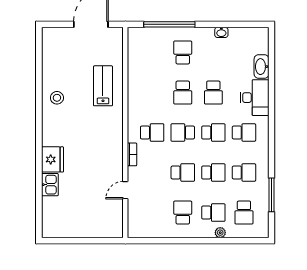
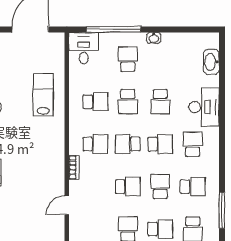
washbasin: (221, 32) -> (154, 38), moved
desk: (141, 42) -> (84, 48), added
washbasin: (262, 67) -> (211, 62), moved
school desk: (152, 92) -> (95, 102), added
school desk: (244, 133) -> (193, 144), turned -90
school desk: (213, 173) -> (160, 187), turned -90

